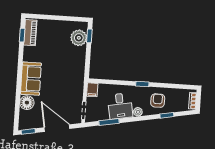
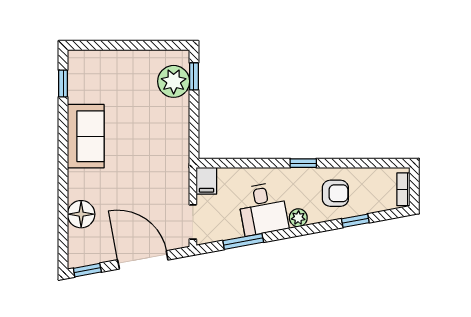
piano: (30, 33) -> (79, 78), removed
sofa: (31, 79) -> (86, 136), moved
armchair: (158, 101) -> (335, 193), turned 90

